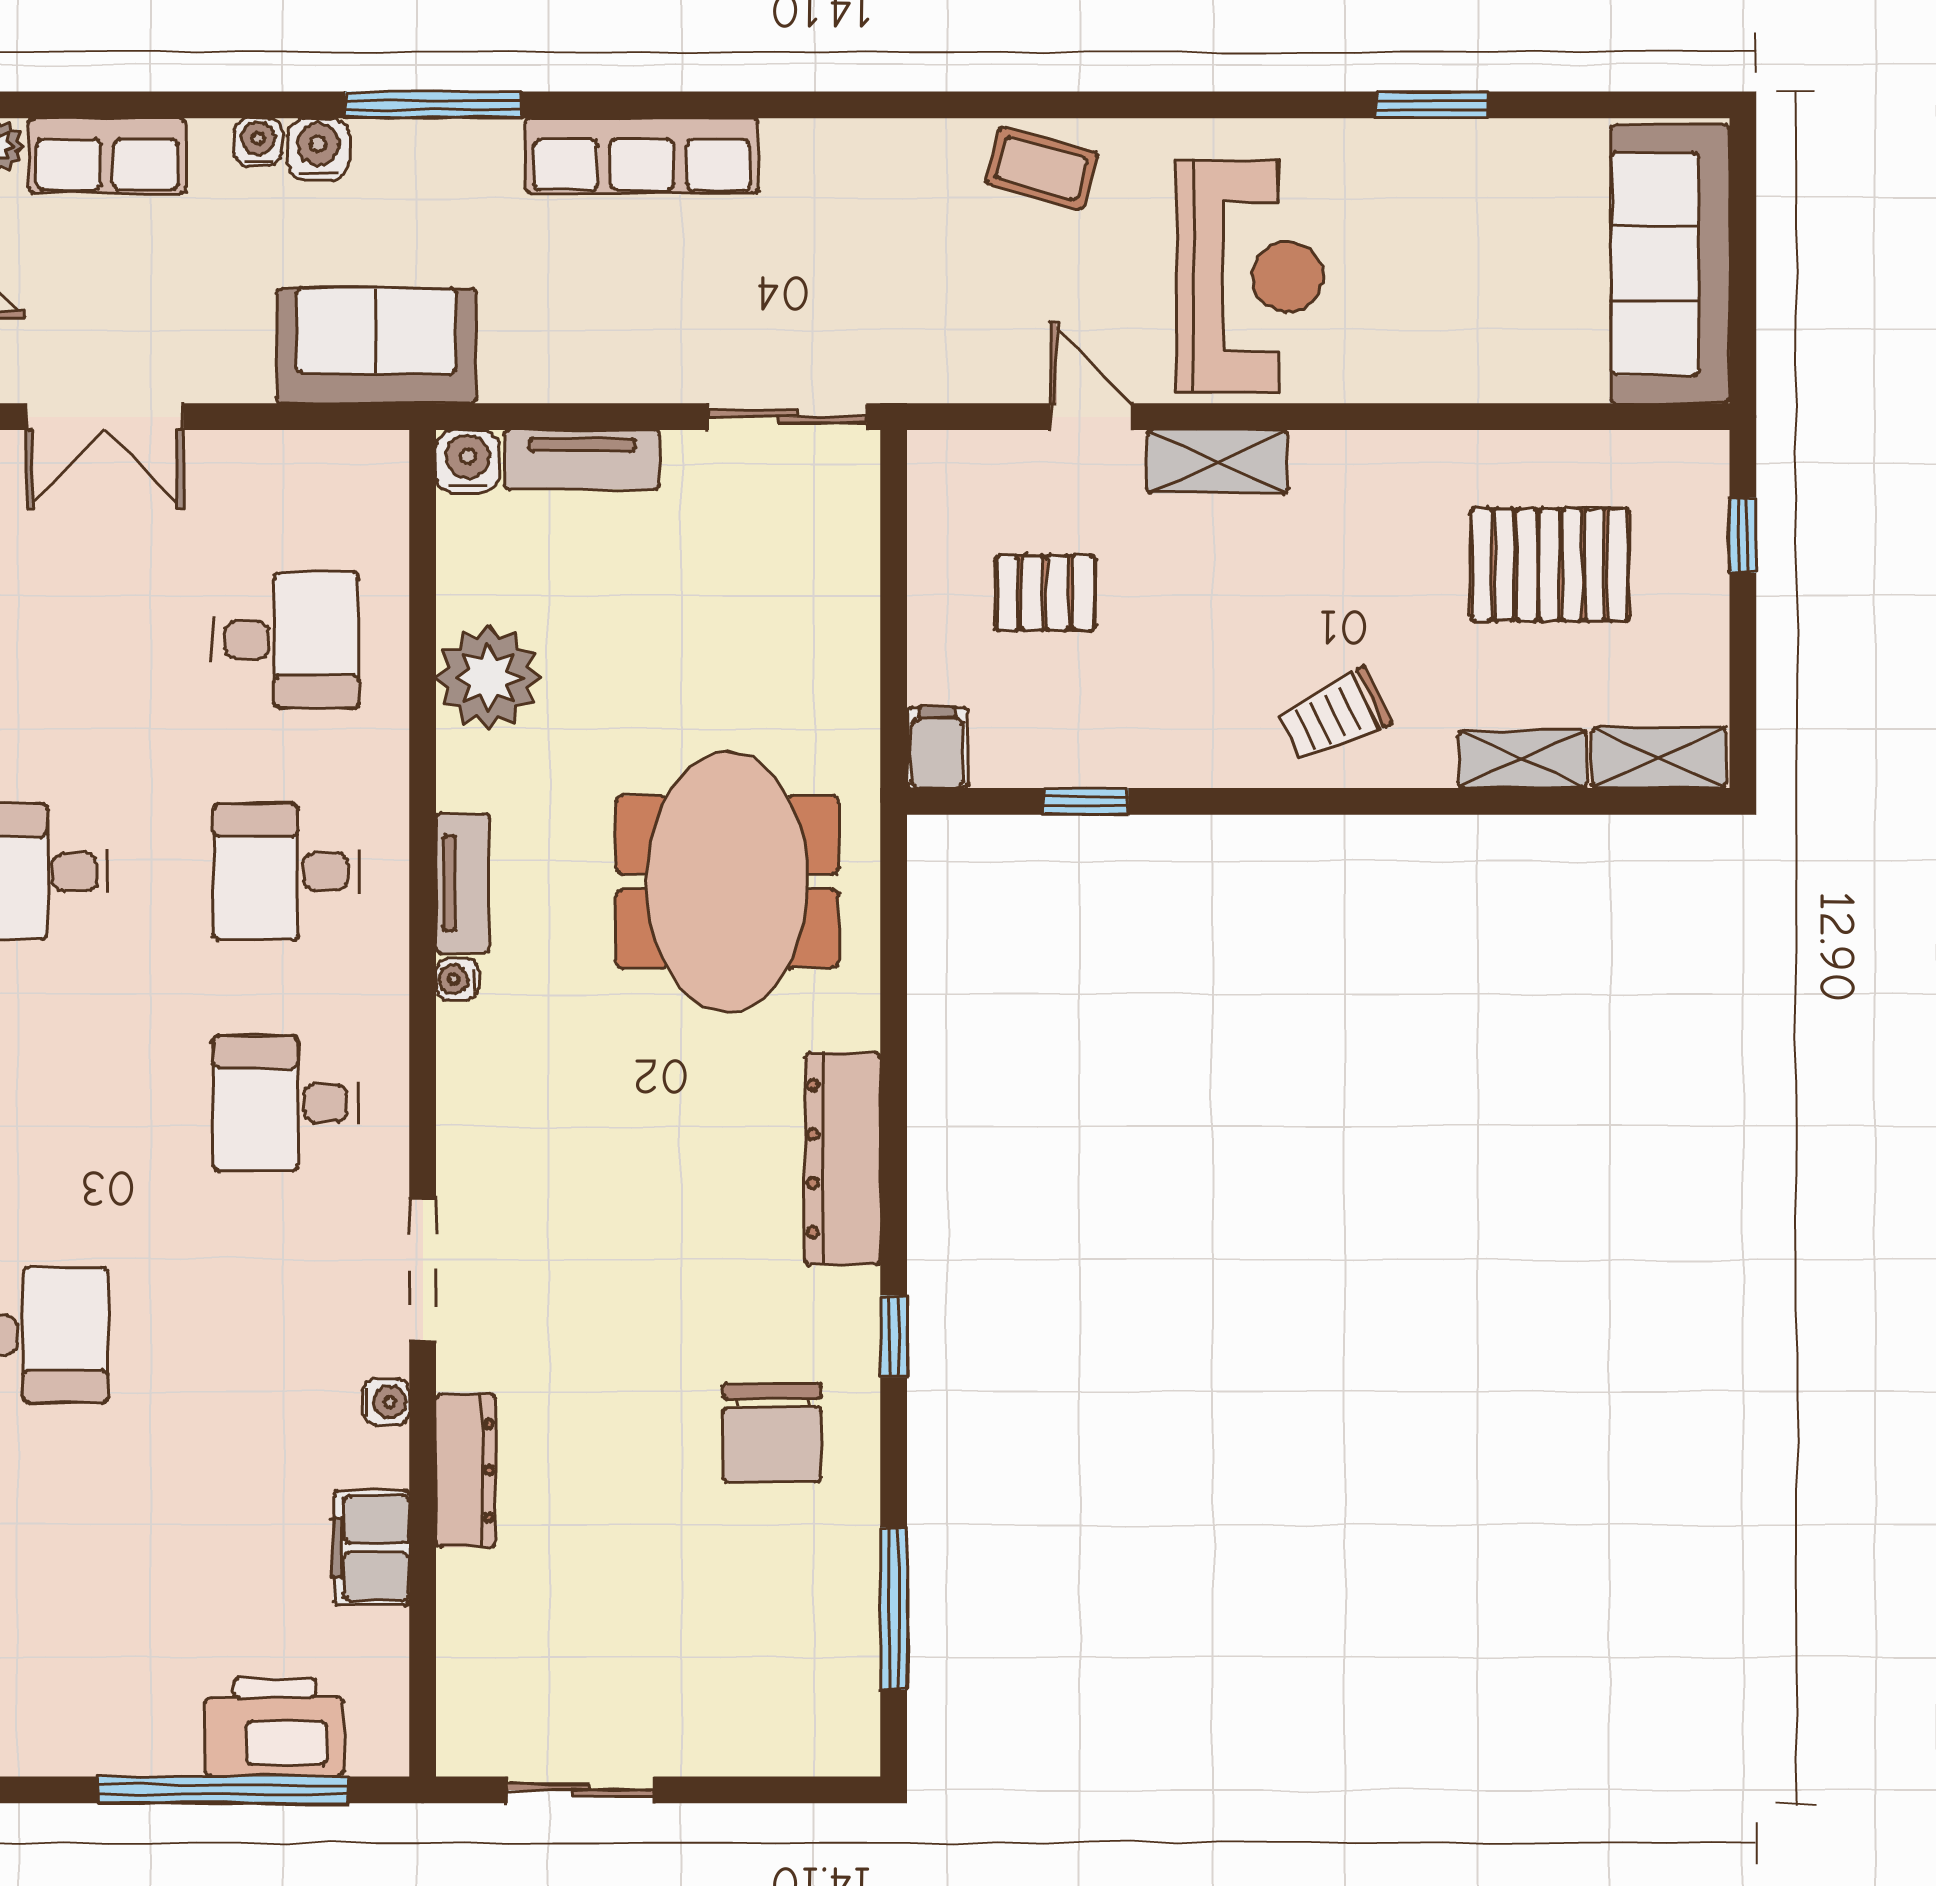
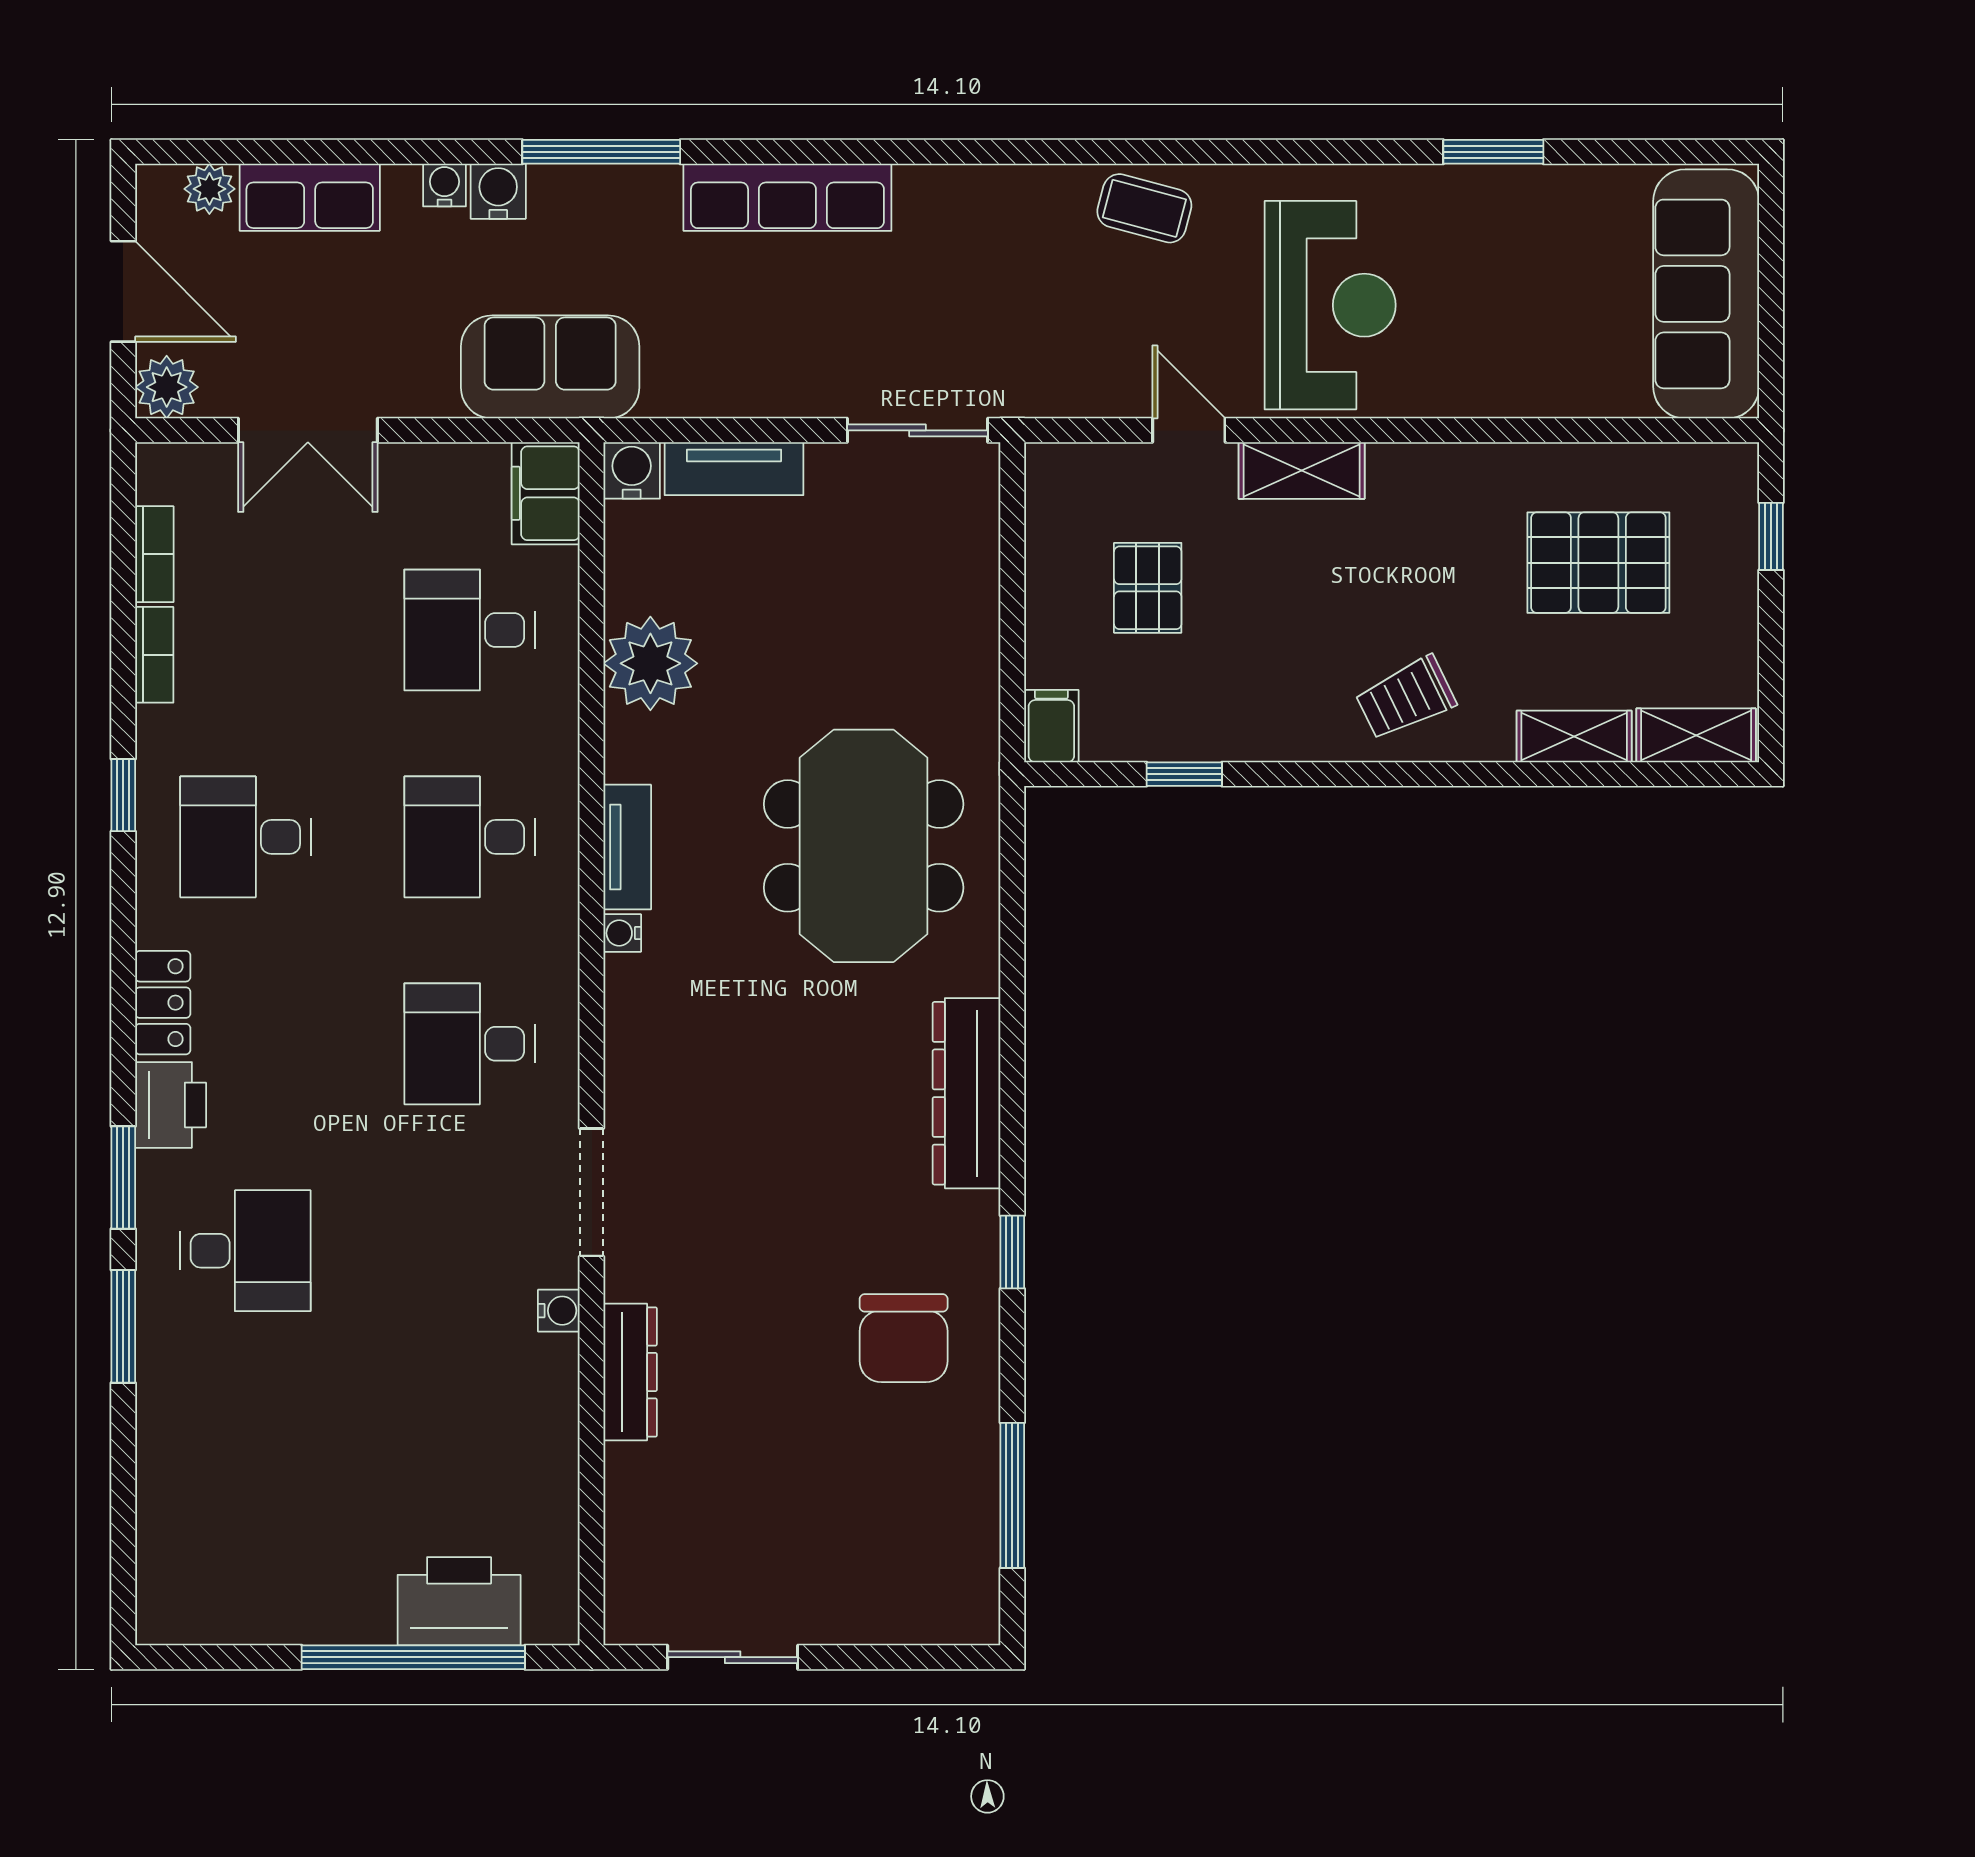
pallet: (1045, 593) -> (1148, 588), turned 90
desk: (286, 640) -> (469, 630), turned 180
filing cabinet: (371, 1548) -> (546, 493), moved

